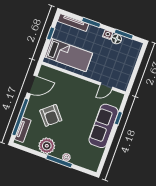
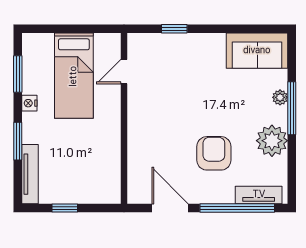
floor lamp: (116, 39) -> (31, 84), removed
bed: (68, 55) -> (74, 76), moved, turned 180
door: (106, 86) -> (124, 72), swing flipped
armchair: (51, 115) -> (214, 153), turned -50
sofa: (103, 126) -> (257, 51), moved, width x0.73

